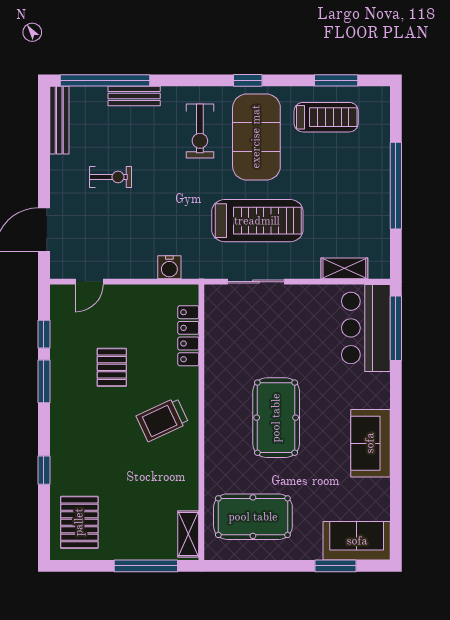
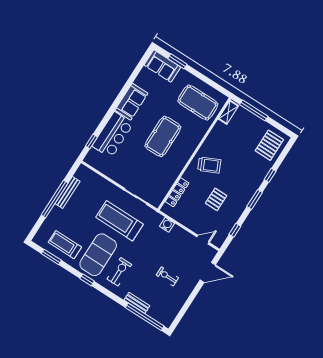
bench: (59, 120) -> (67, 192), moved
shelving: (344, 268) -> (97, 179), removed
bar counter: (366, 328) -> (113, 135), moved
window: (396, 328) -> (91, 142), width x0.46
window: (44, 381) -> (255, 199), moved

